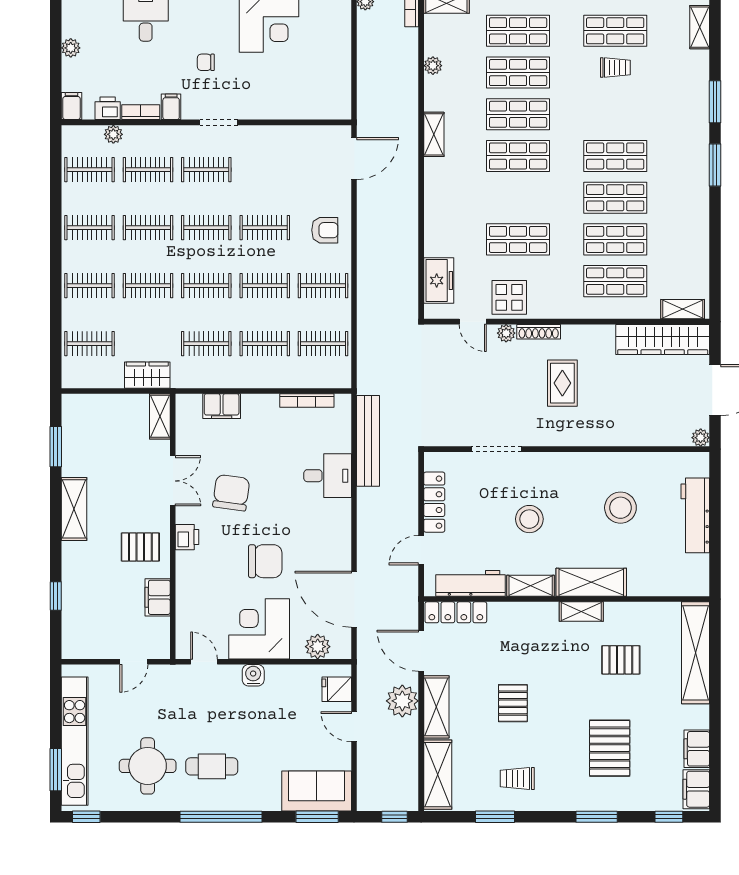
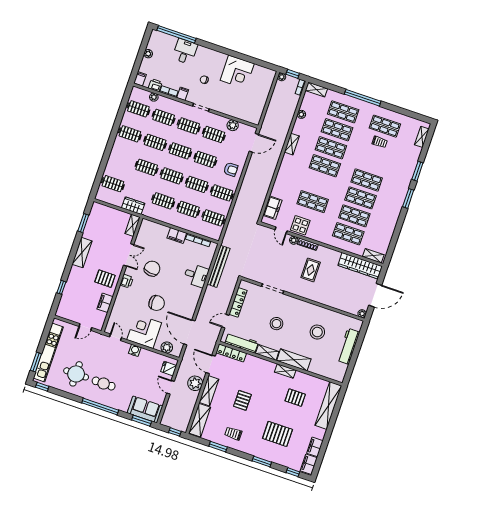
plant: (297, 137) -> (233, 125), added
clothes rail: (90, 286) -> (214, 134), moved
filing cabinet: (222, 406) -> (177, 235), moved
pallet: (610, 748) -> (277, 434), turned 90

